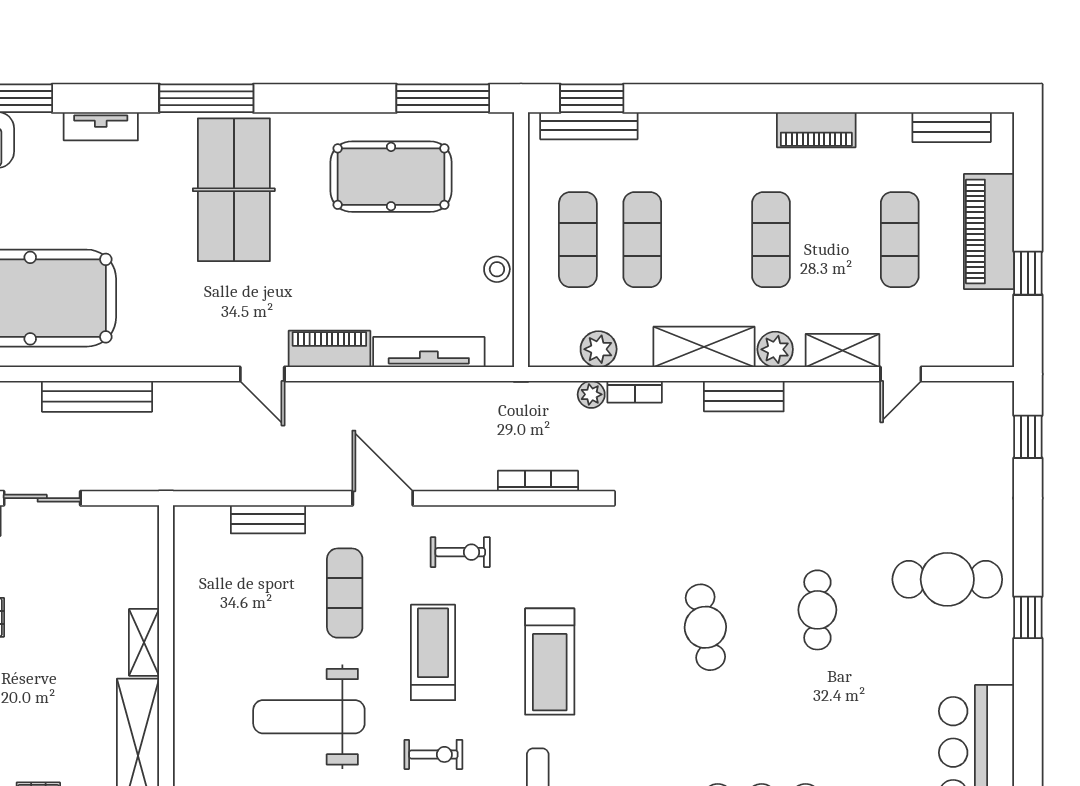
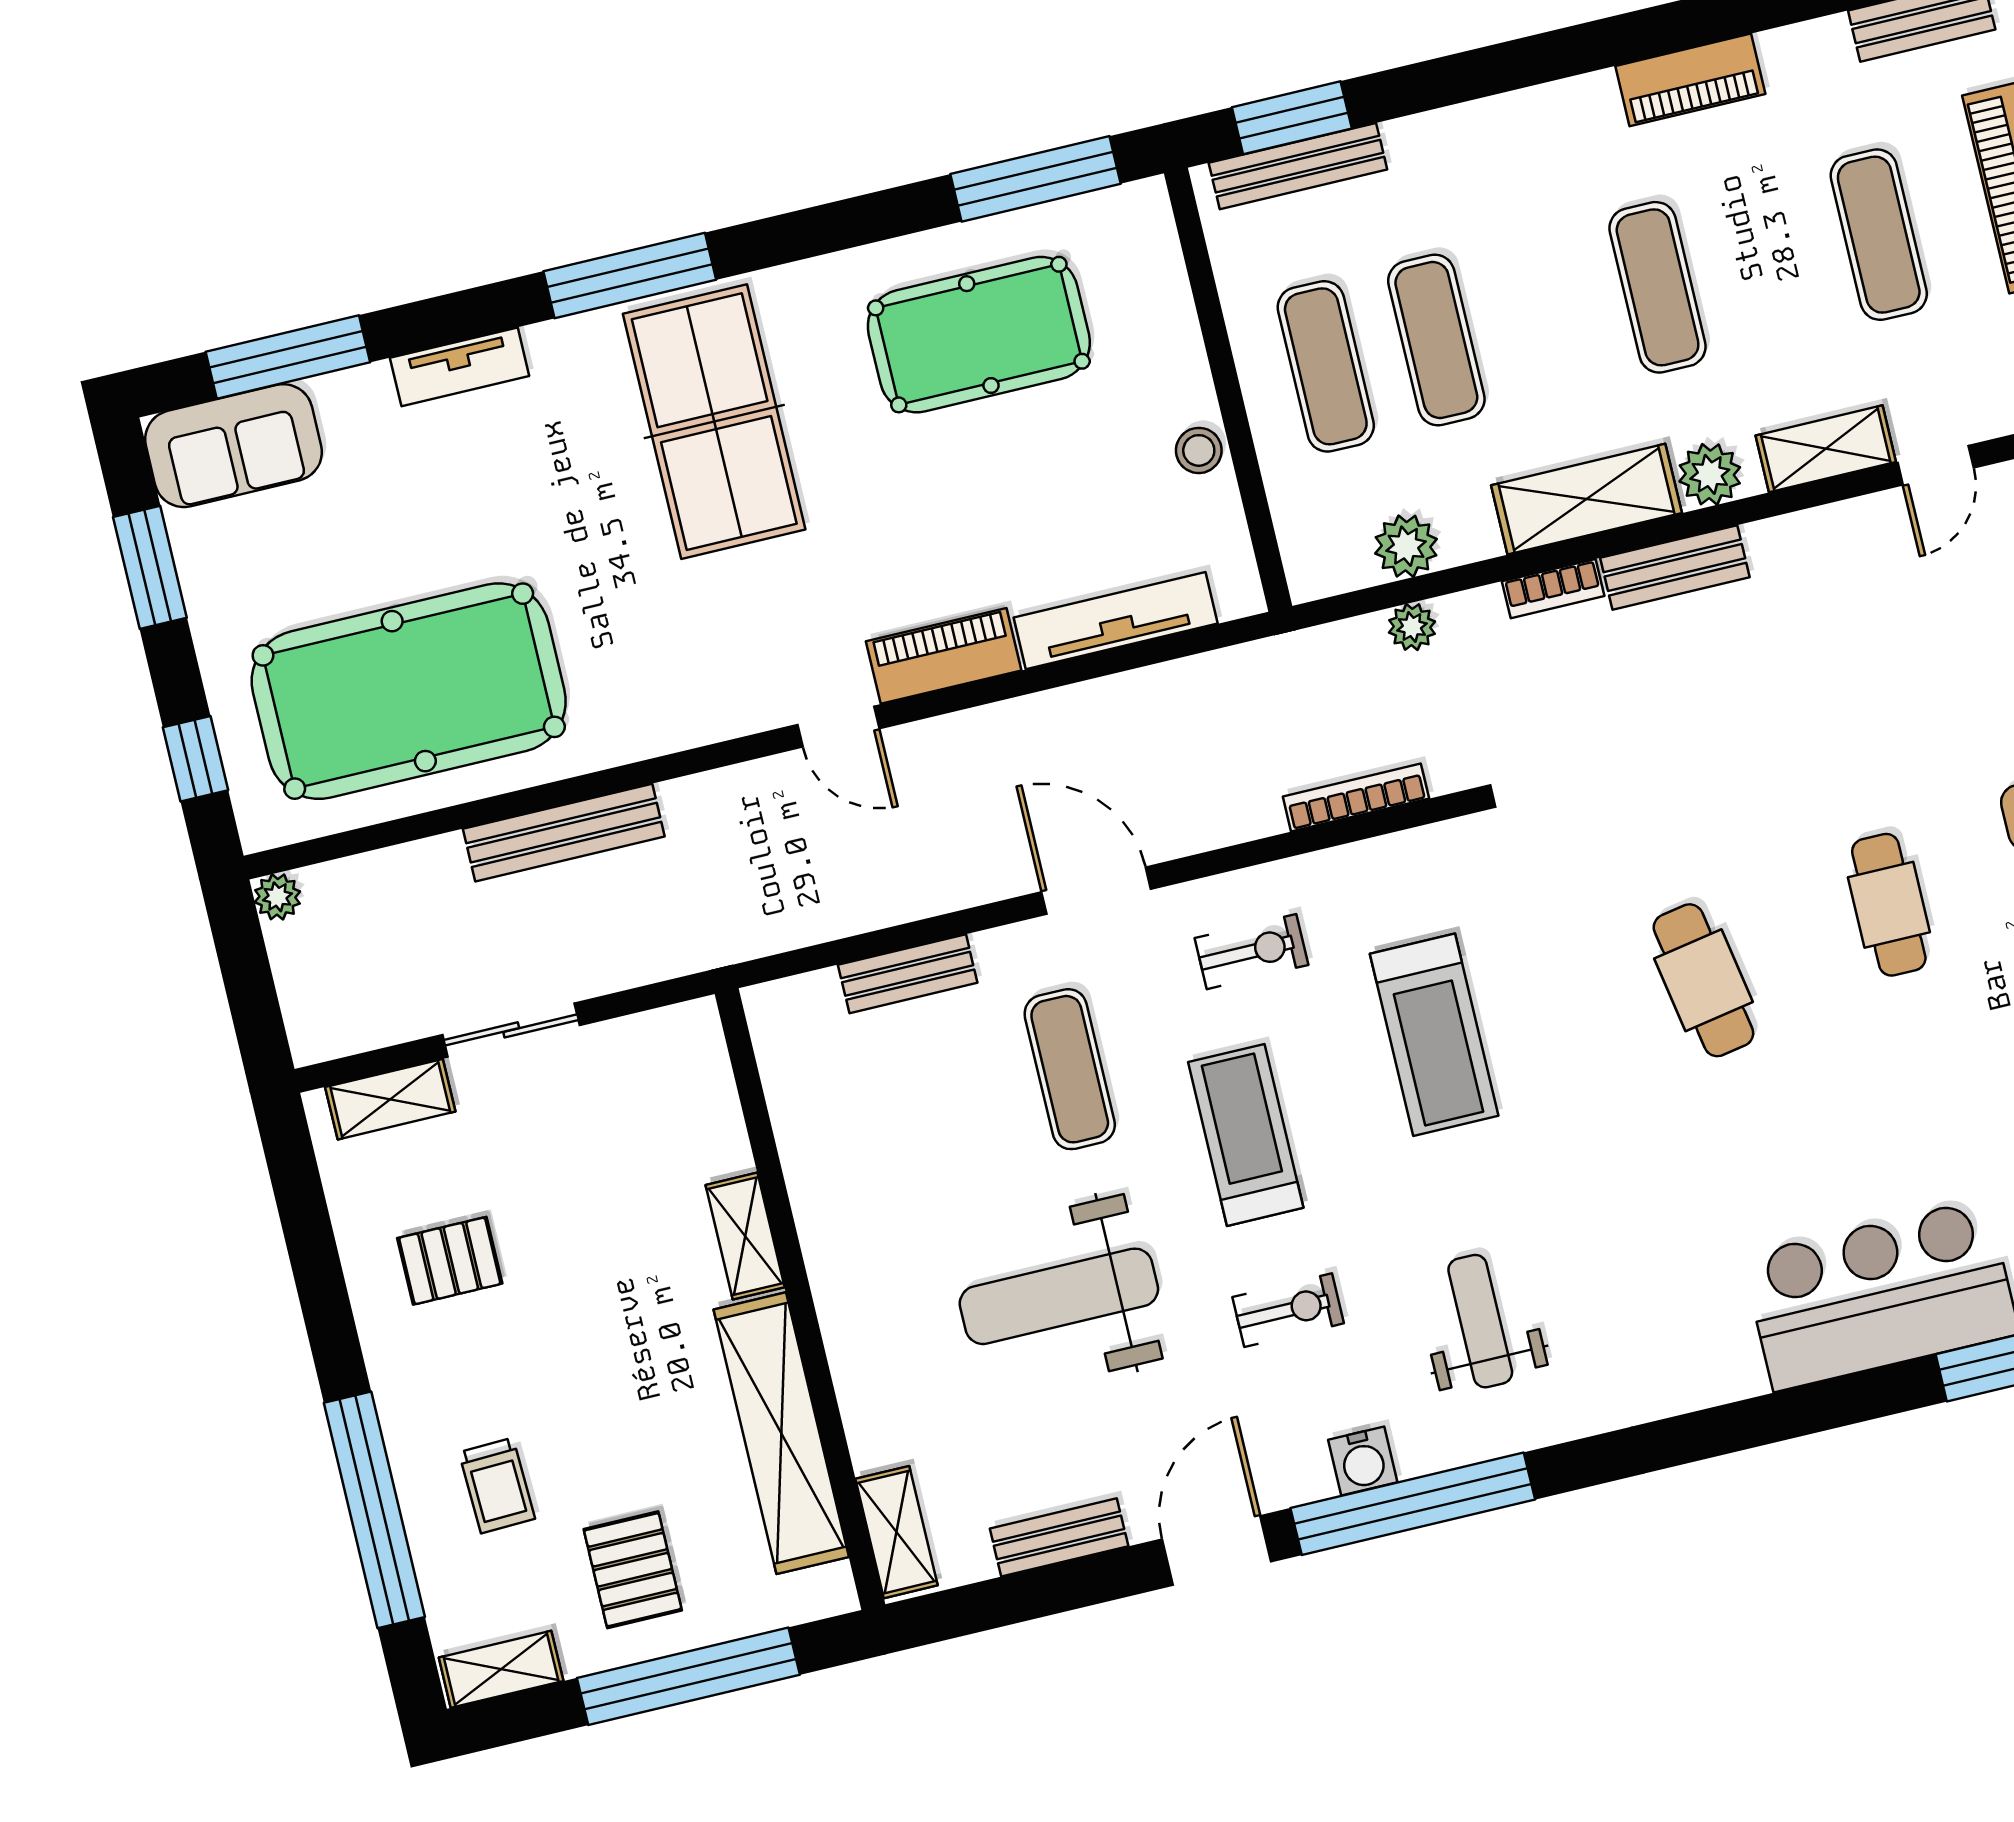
bookcase: (635, 392) -> (1553, 589), moved
treadmill: (550, 662) -> (1434, 1035), moved

